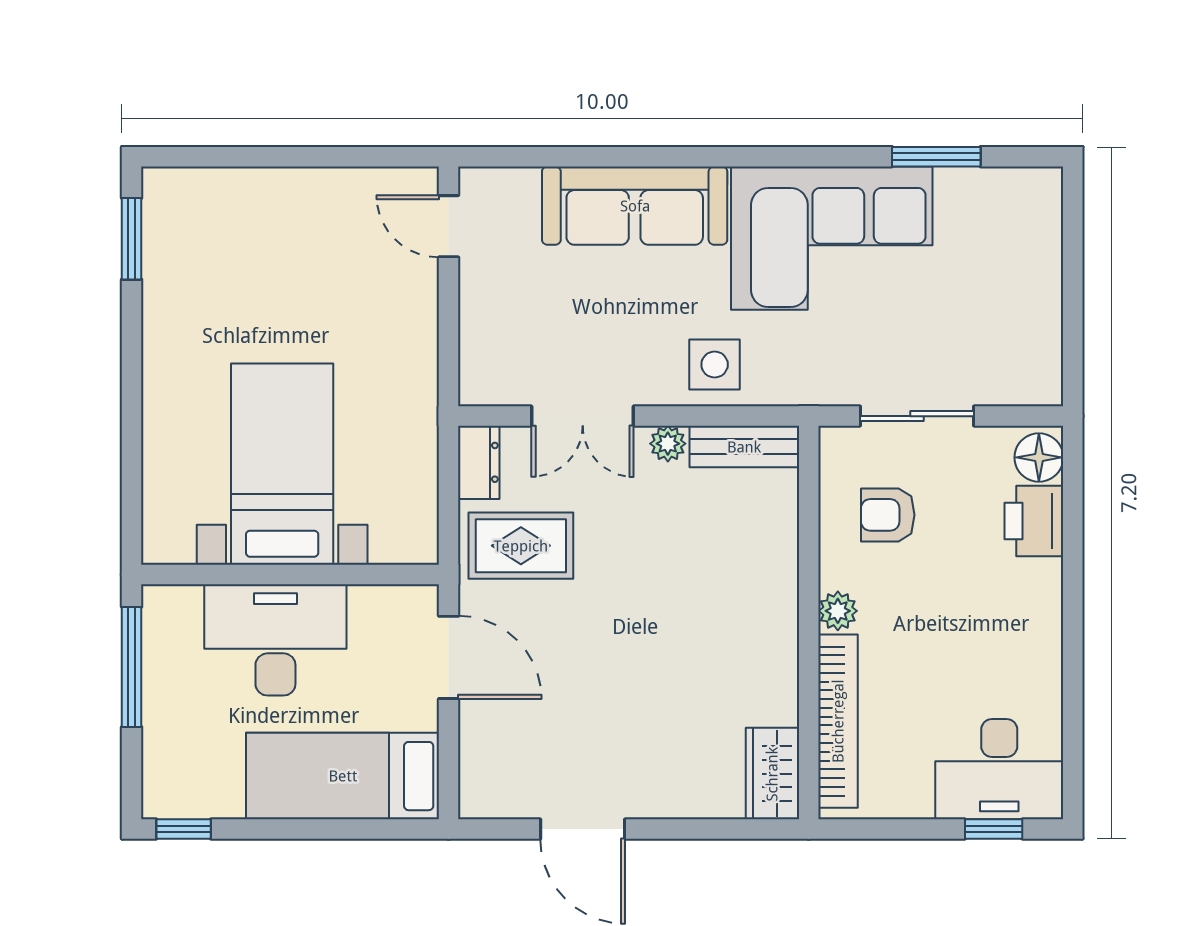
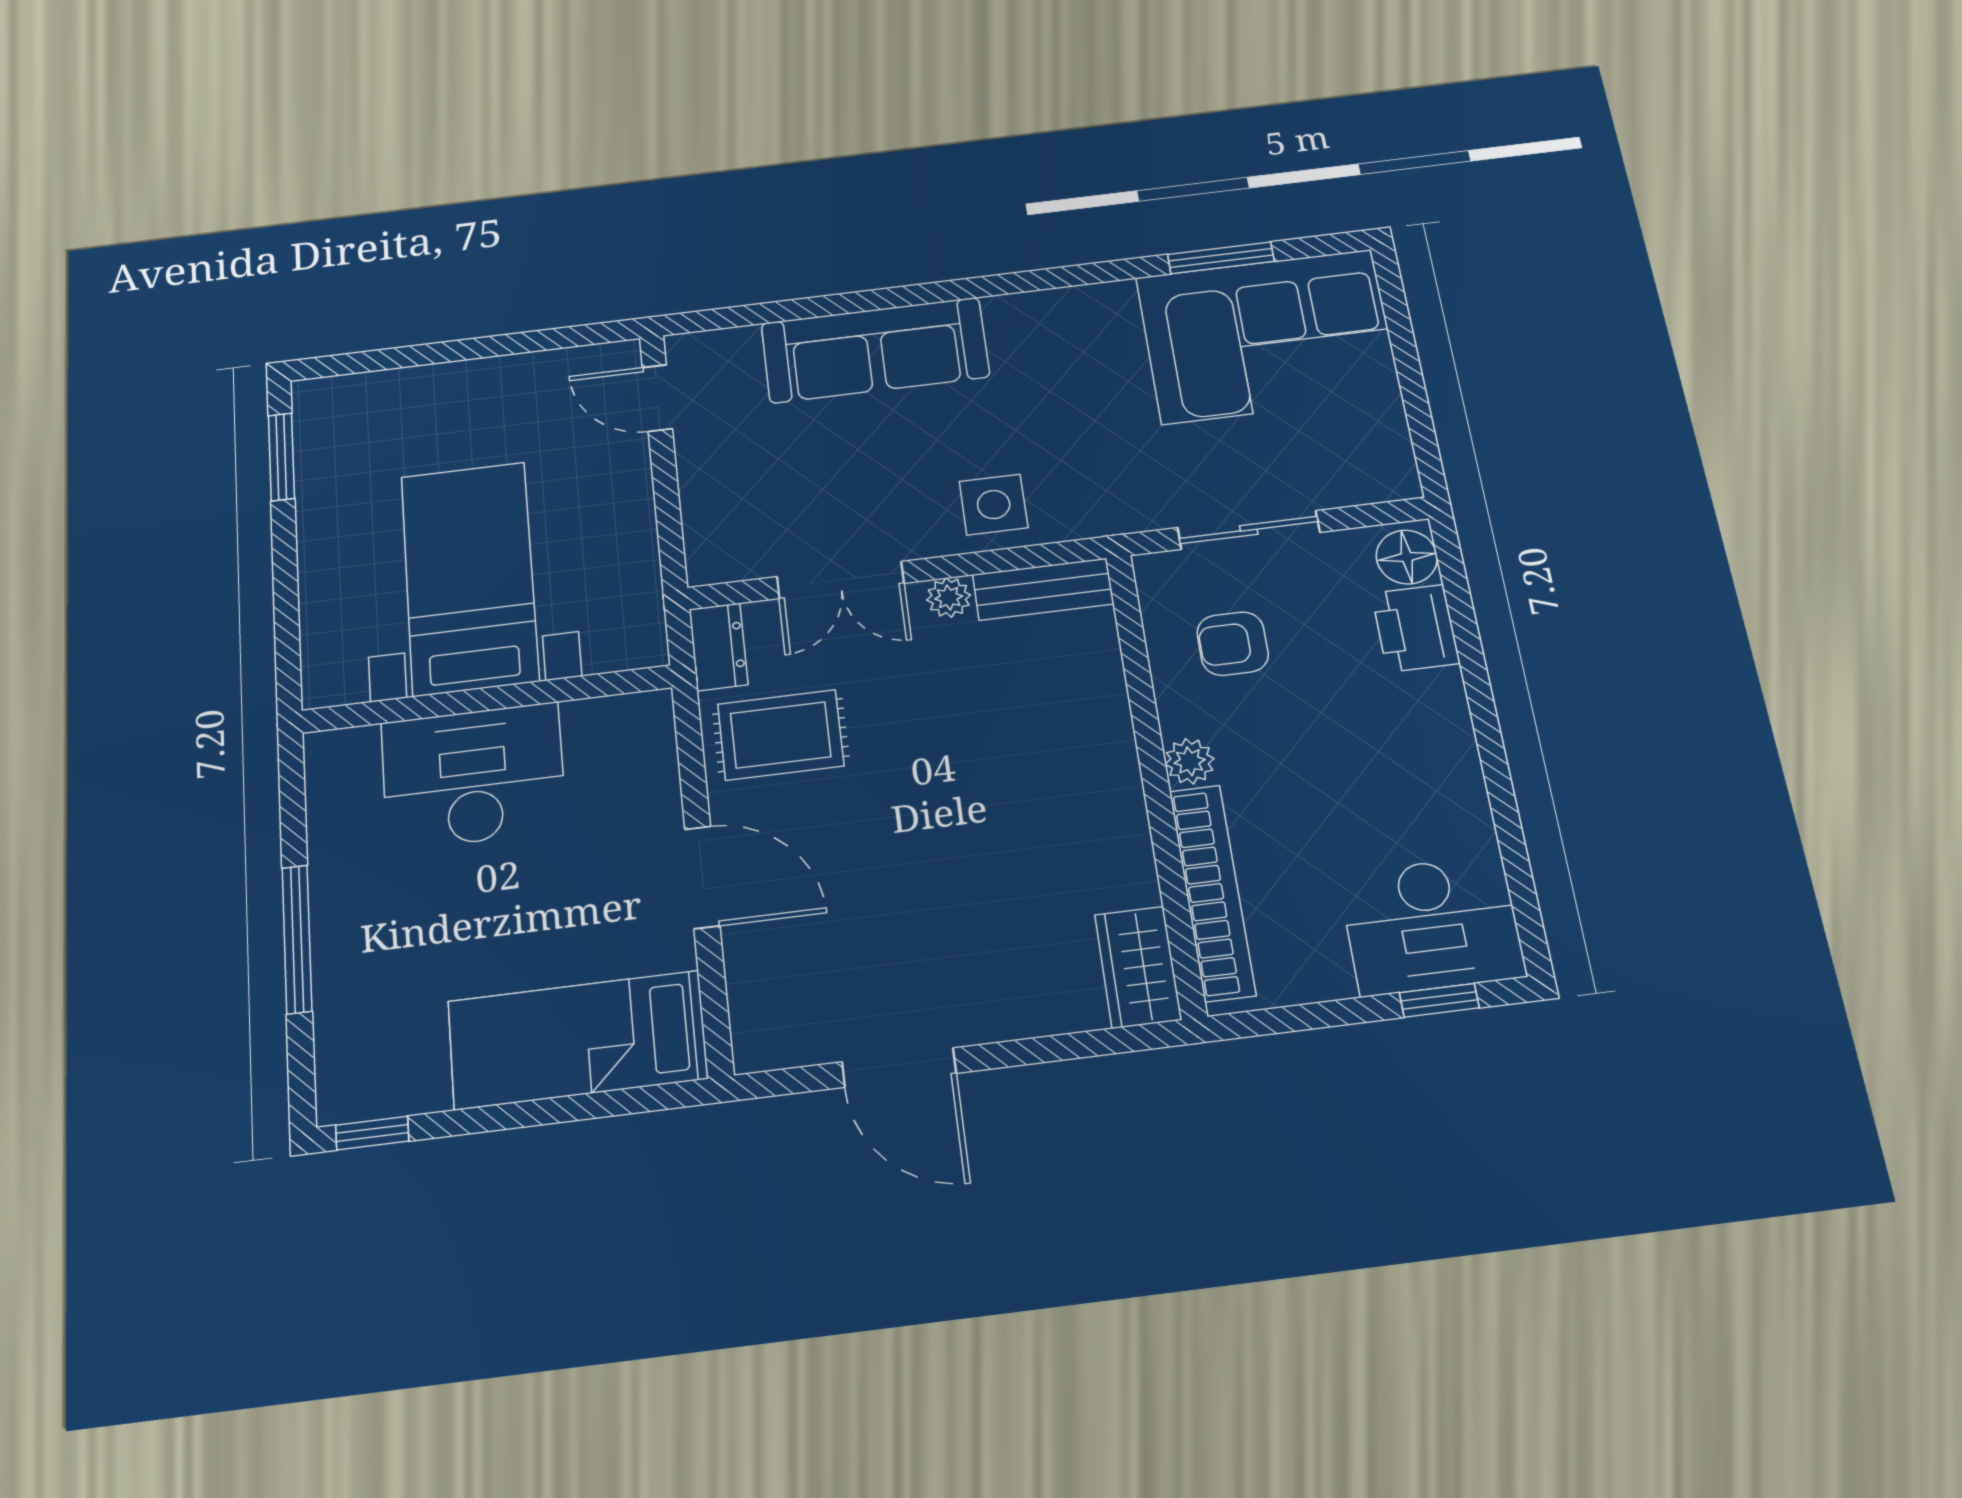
corner sofa: (832, 238) -> (1268, 336), moved
bed with nightstands: (282, 464) -> (469, 578), moved
wall: (290, 574) -> (487, 699), moved
desk: (275, 640) -> (473, 776), moved

